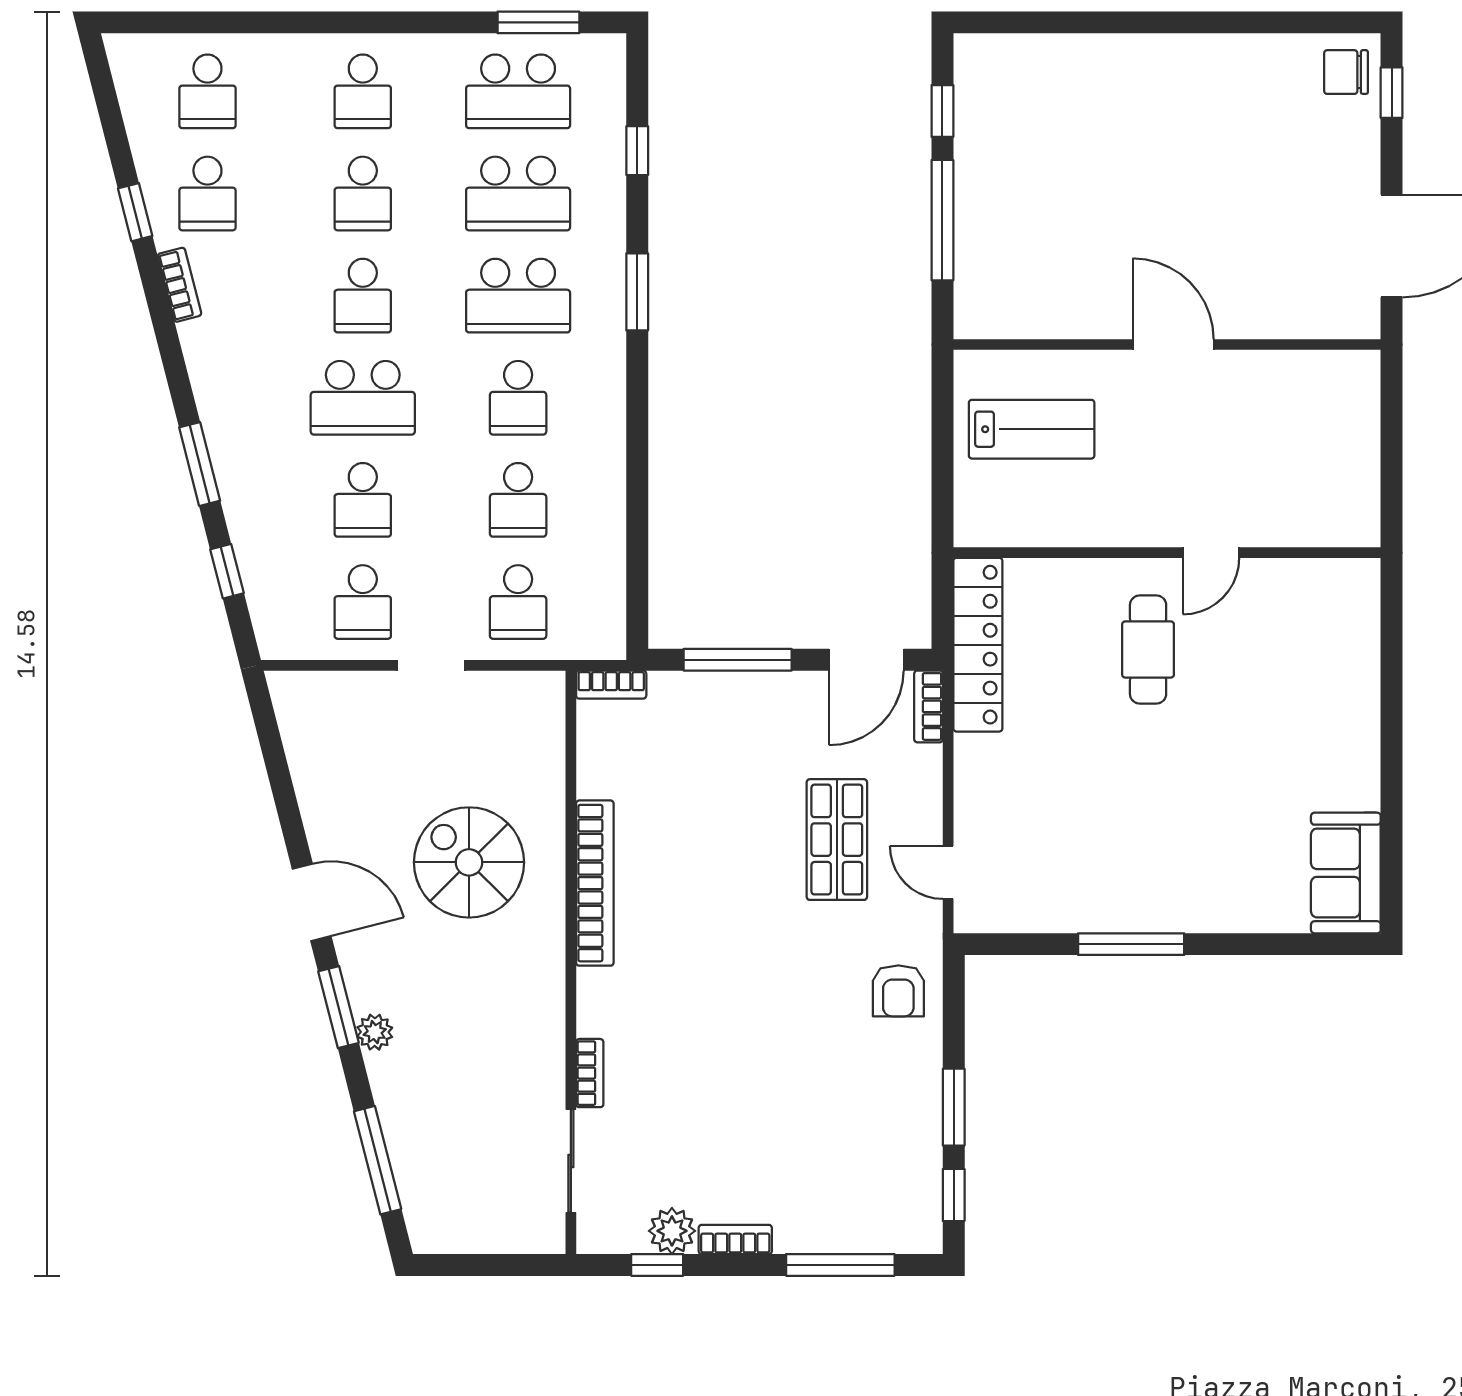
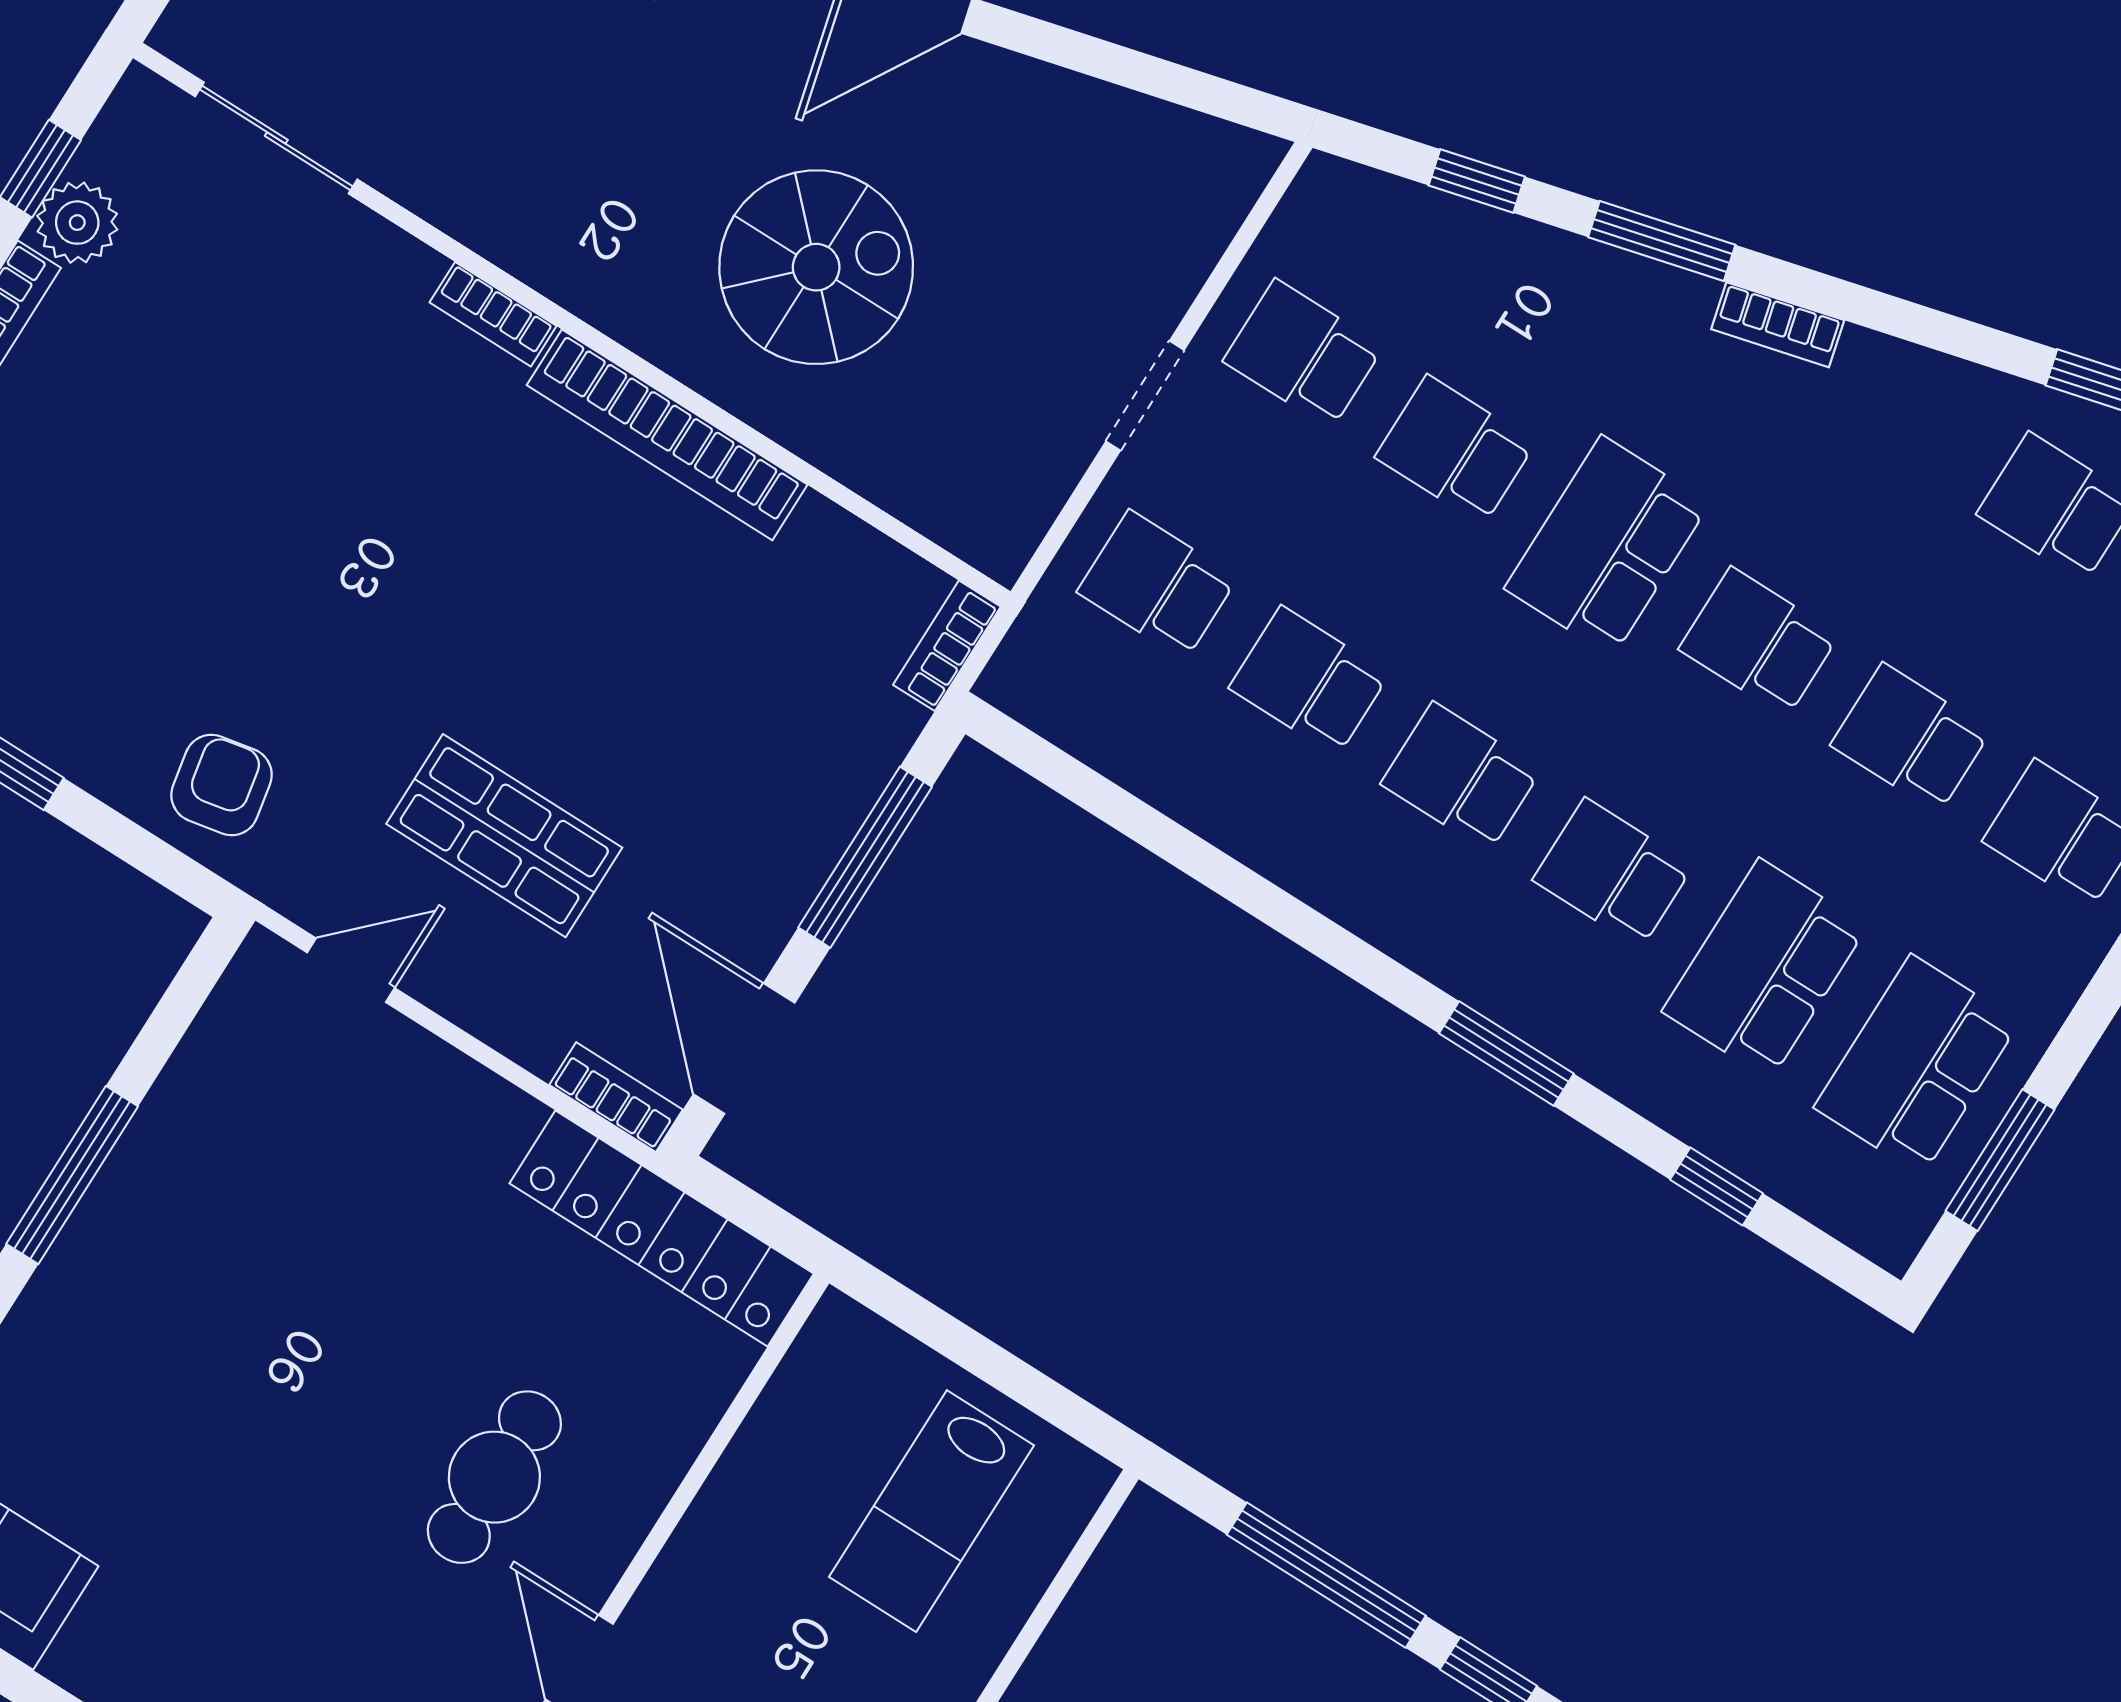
bookcase: (179, 285) -> (1778, 325), moved
school desk: (518, 296) -> (1613, 873), width x0.54
cafe table: (1148, 650) -> (494, 1477), turned 90
armchair: (898, 991) -> (222, 785), turned 79
bookcase: (590, 1073) -> (493, 314), moved

